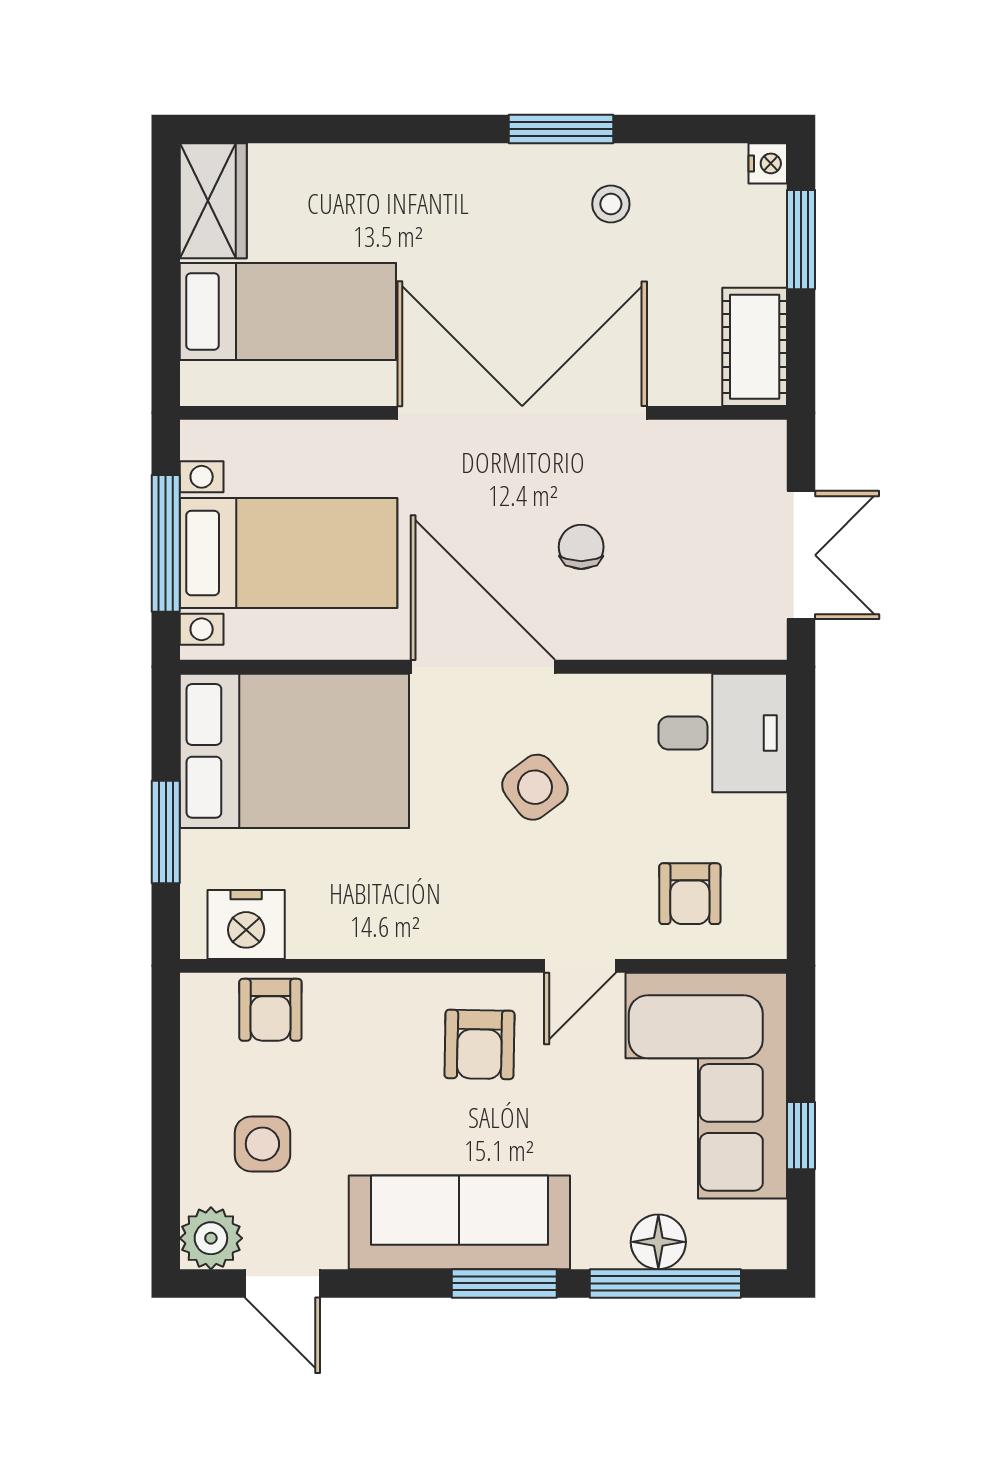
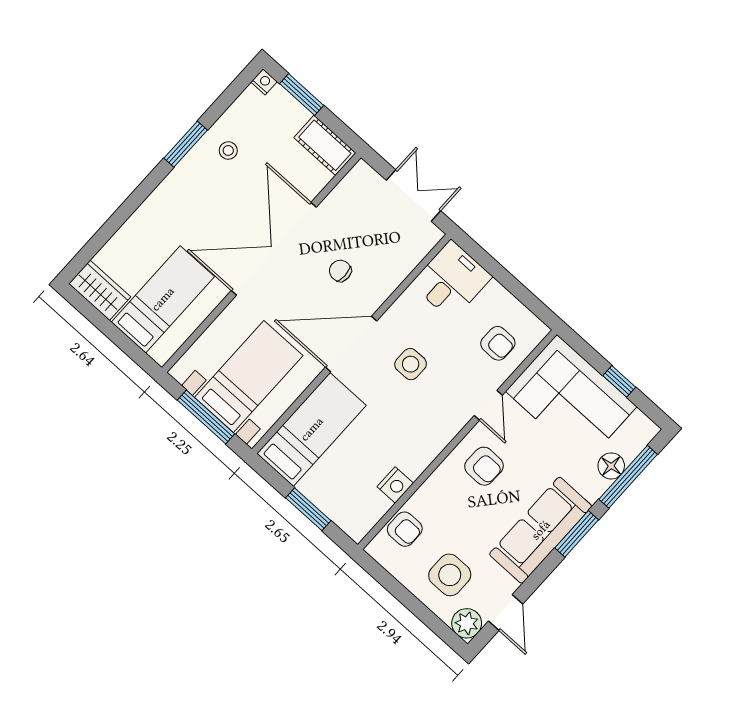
bed: (294, 751) -> (312, 429), width x0.67
side table: (535, 787) -> (411, 364), turned 37
nightstand: (246, 924) -> (395, 485), moved, width x0.74, depth x0.75
side table: (262, 1144) -> (450, 575), width x1.37, depth x1.37
door: (283, 1283) -> (506, 612), hinge flipped

